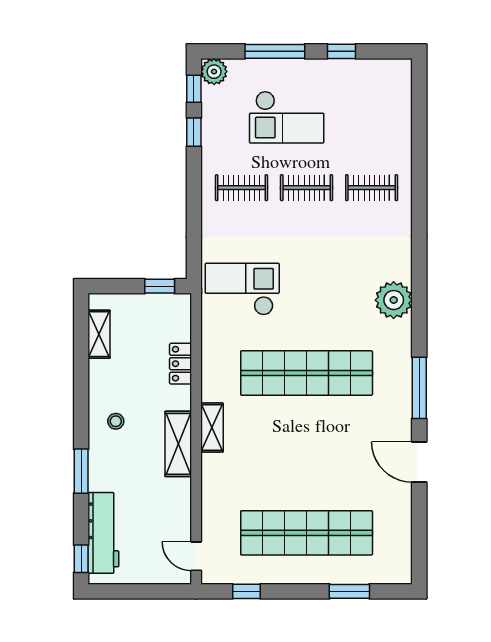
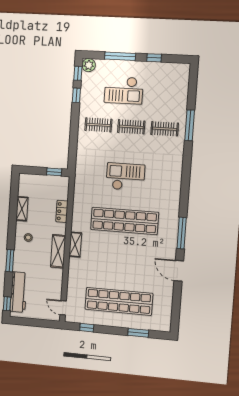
window: (419, 178) -> (190, 125), added
checkout: (242, 289) -> (125, 177), moved
plant: (394, 300) -> (172, 187), removed
shelving: (99, 334) -> (22, 209), moved

